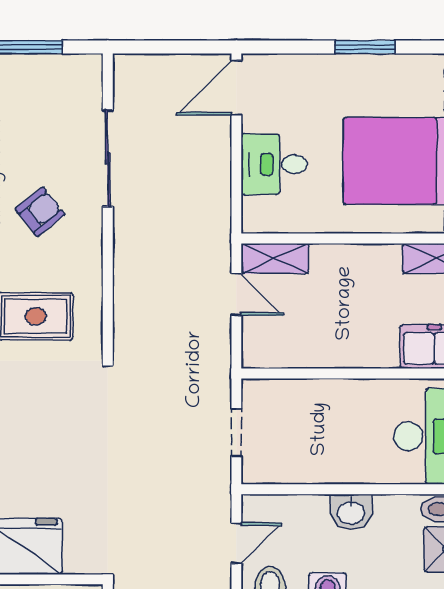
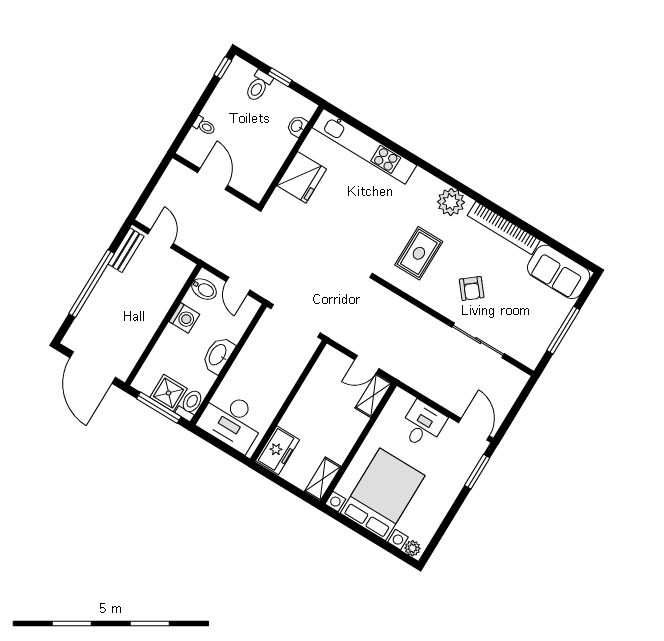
window: (365, 47) -> (477, 472), moved
doorway: (236, 432) -> (295, 321), width x1.87
washbasin: (351, 512) -> (218, 355), width x1.38

